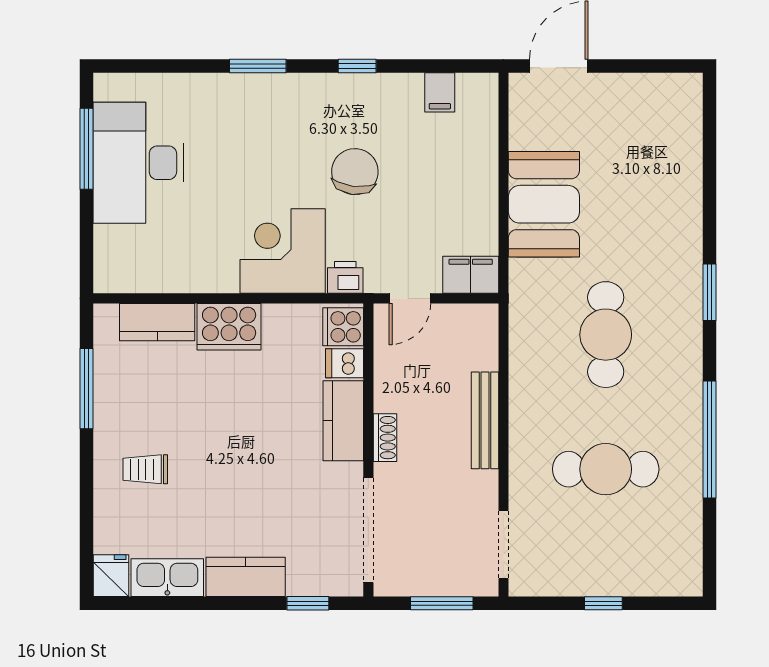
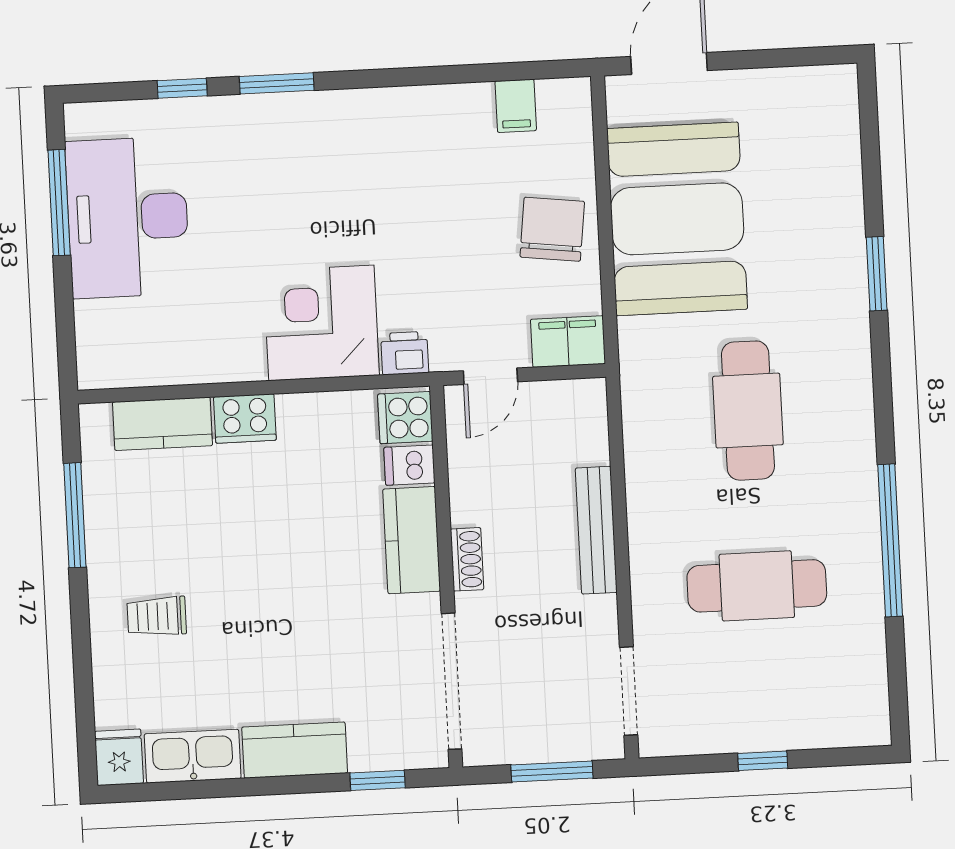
window: (357, 66) -> (182, 88), moved
chair: (355, 172) -> (552, 229), moved
booth: (544, 204) -> (677, 219), width x1.36, depth x1.42
window: (710, 292) -> (877, 274), moved
cooker: (229, 327) -> (245, 419), width x0.73, depth x0.76

